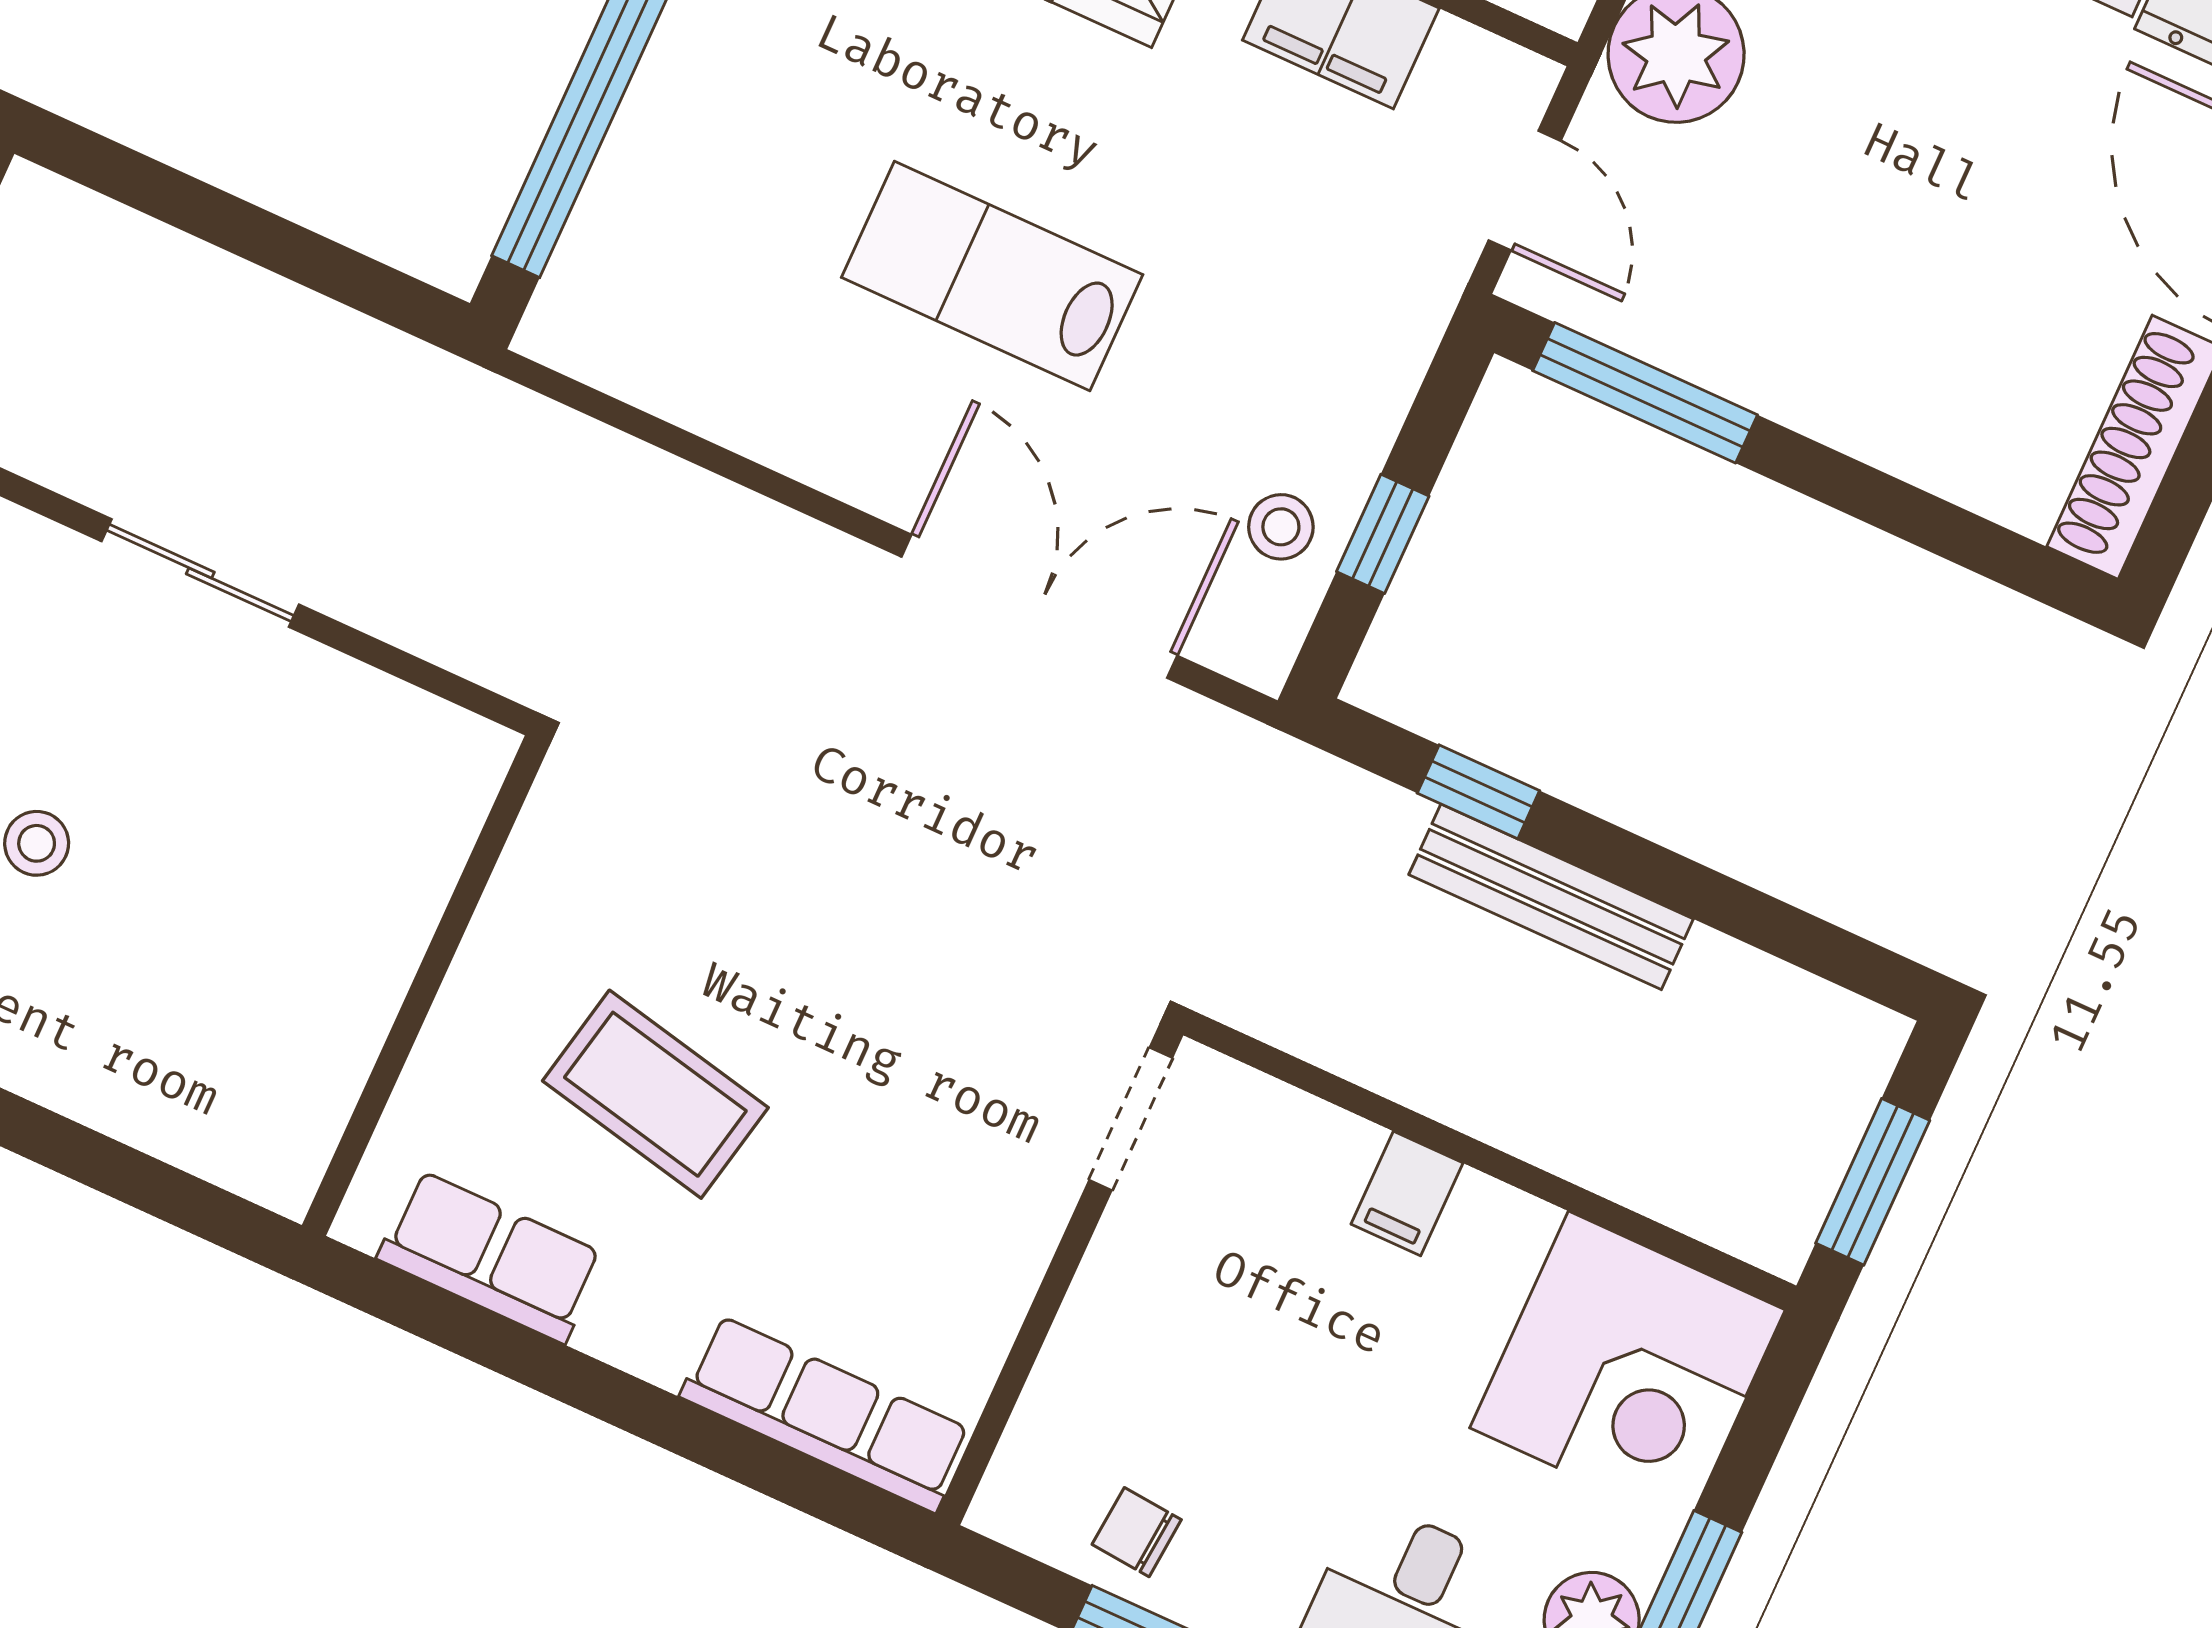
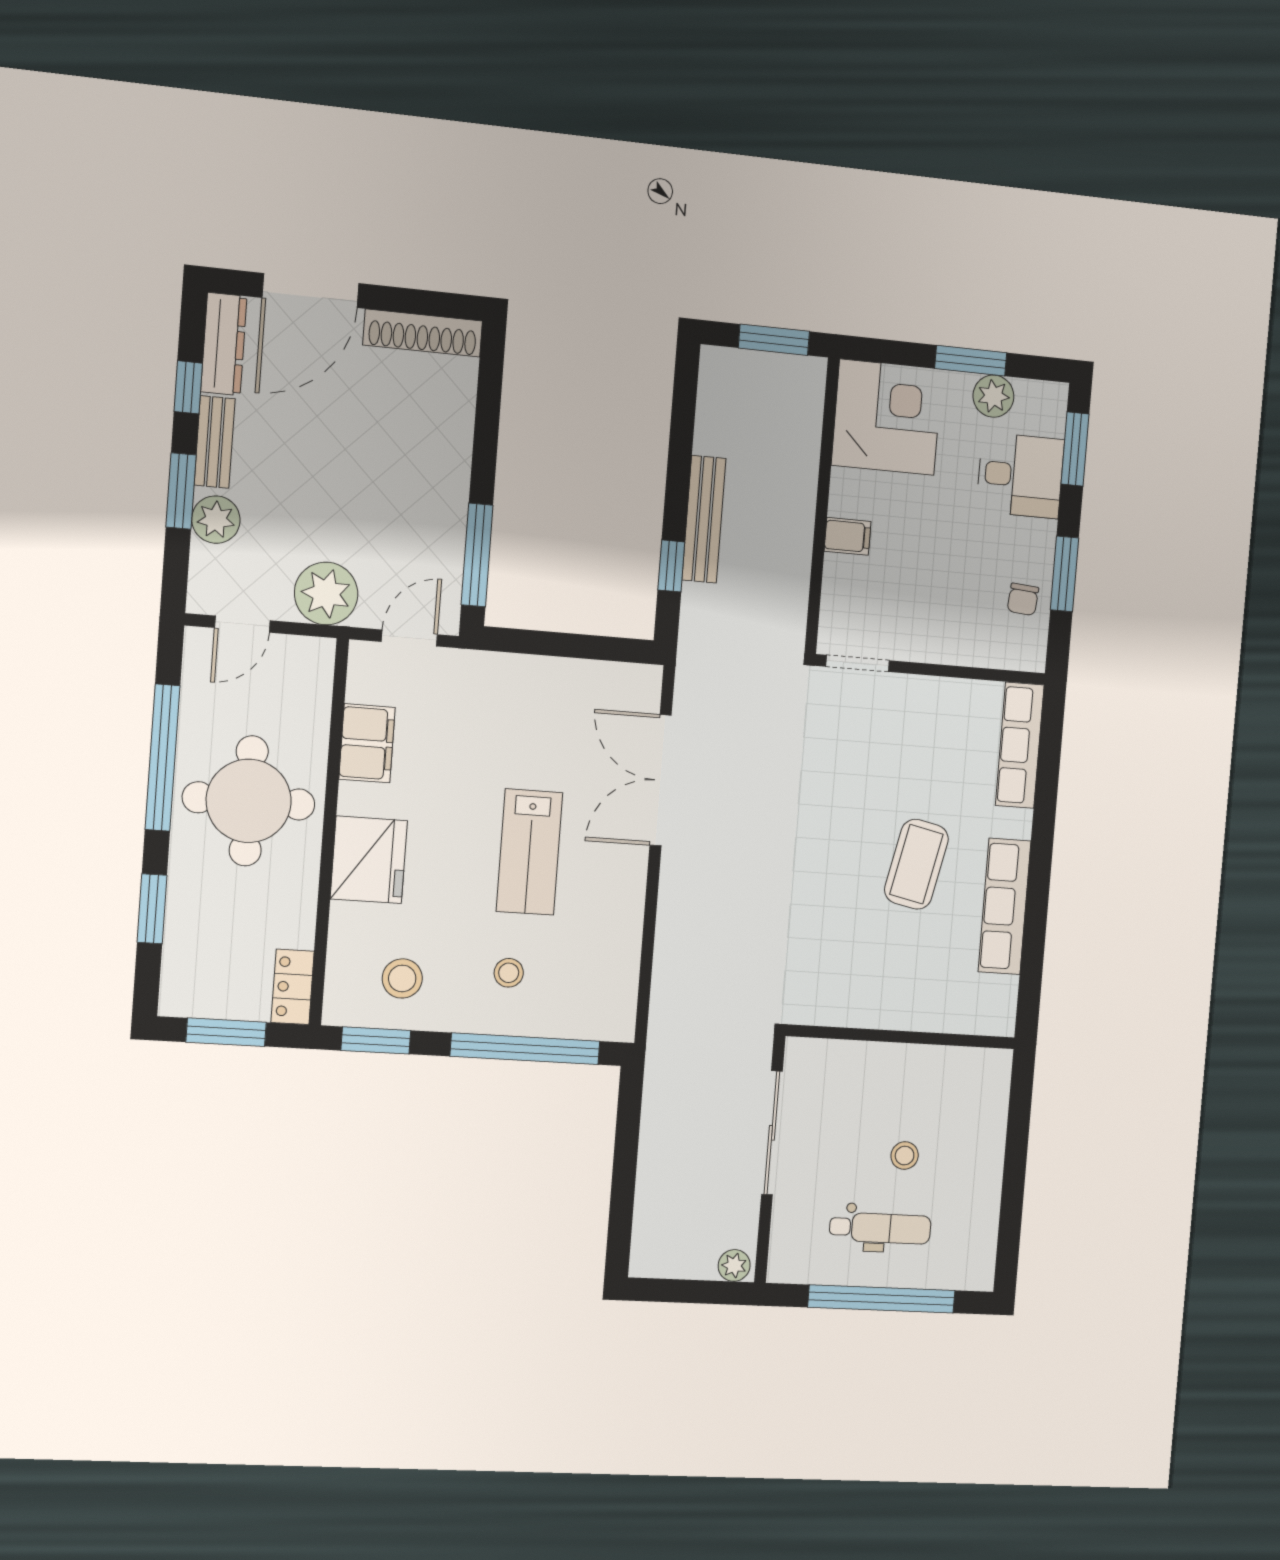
stool: (1281, 527) -> (509, 973), moved
window: (1383, 534) -> (578, 646), removed
sliding door: (200, 573) -> (772, 1133), width x1.37
wall: (425, 986) -> (901, 1037), moved
row of seats: (491, 1257) -> (1005, 906), width x1.48

